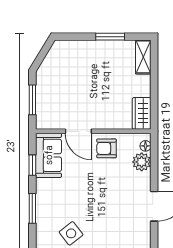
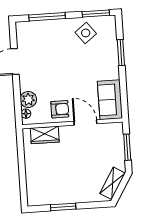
shelving: (143, 57) -> (113, 183), moved, turned 31
wardrobe: (142, 113) -> (45, 135), moved, turned 90
window: (32, 165) -> (123, 90), removed

